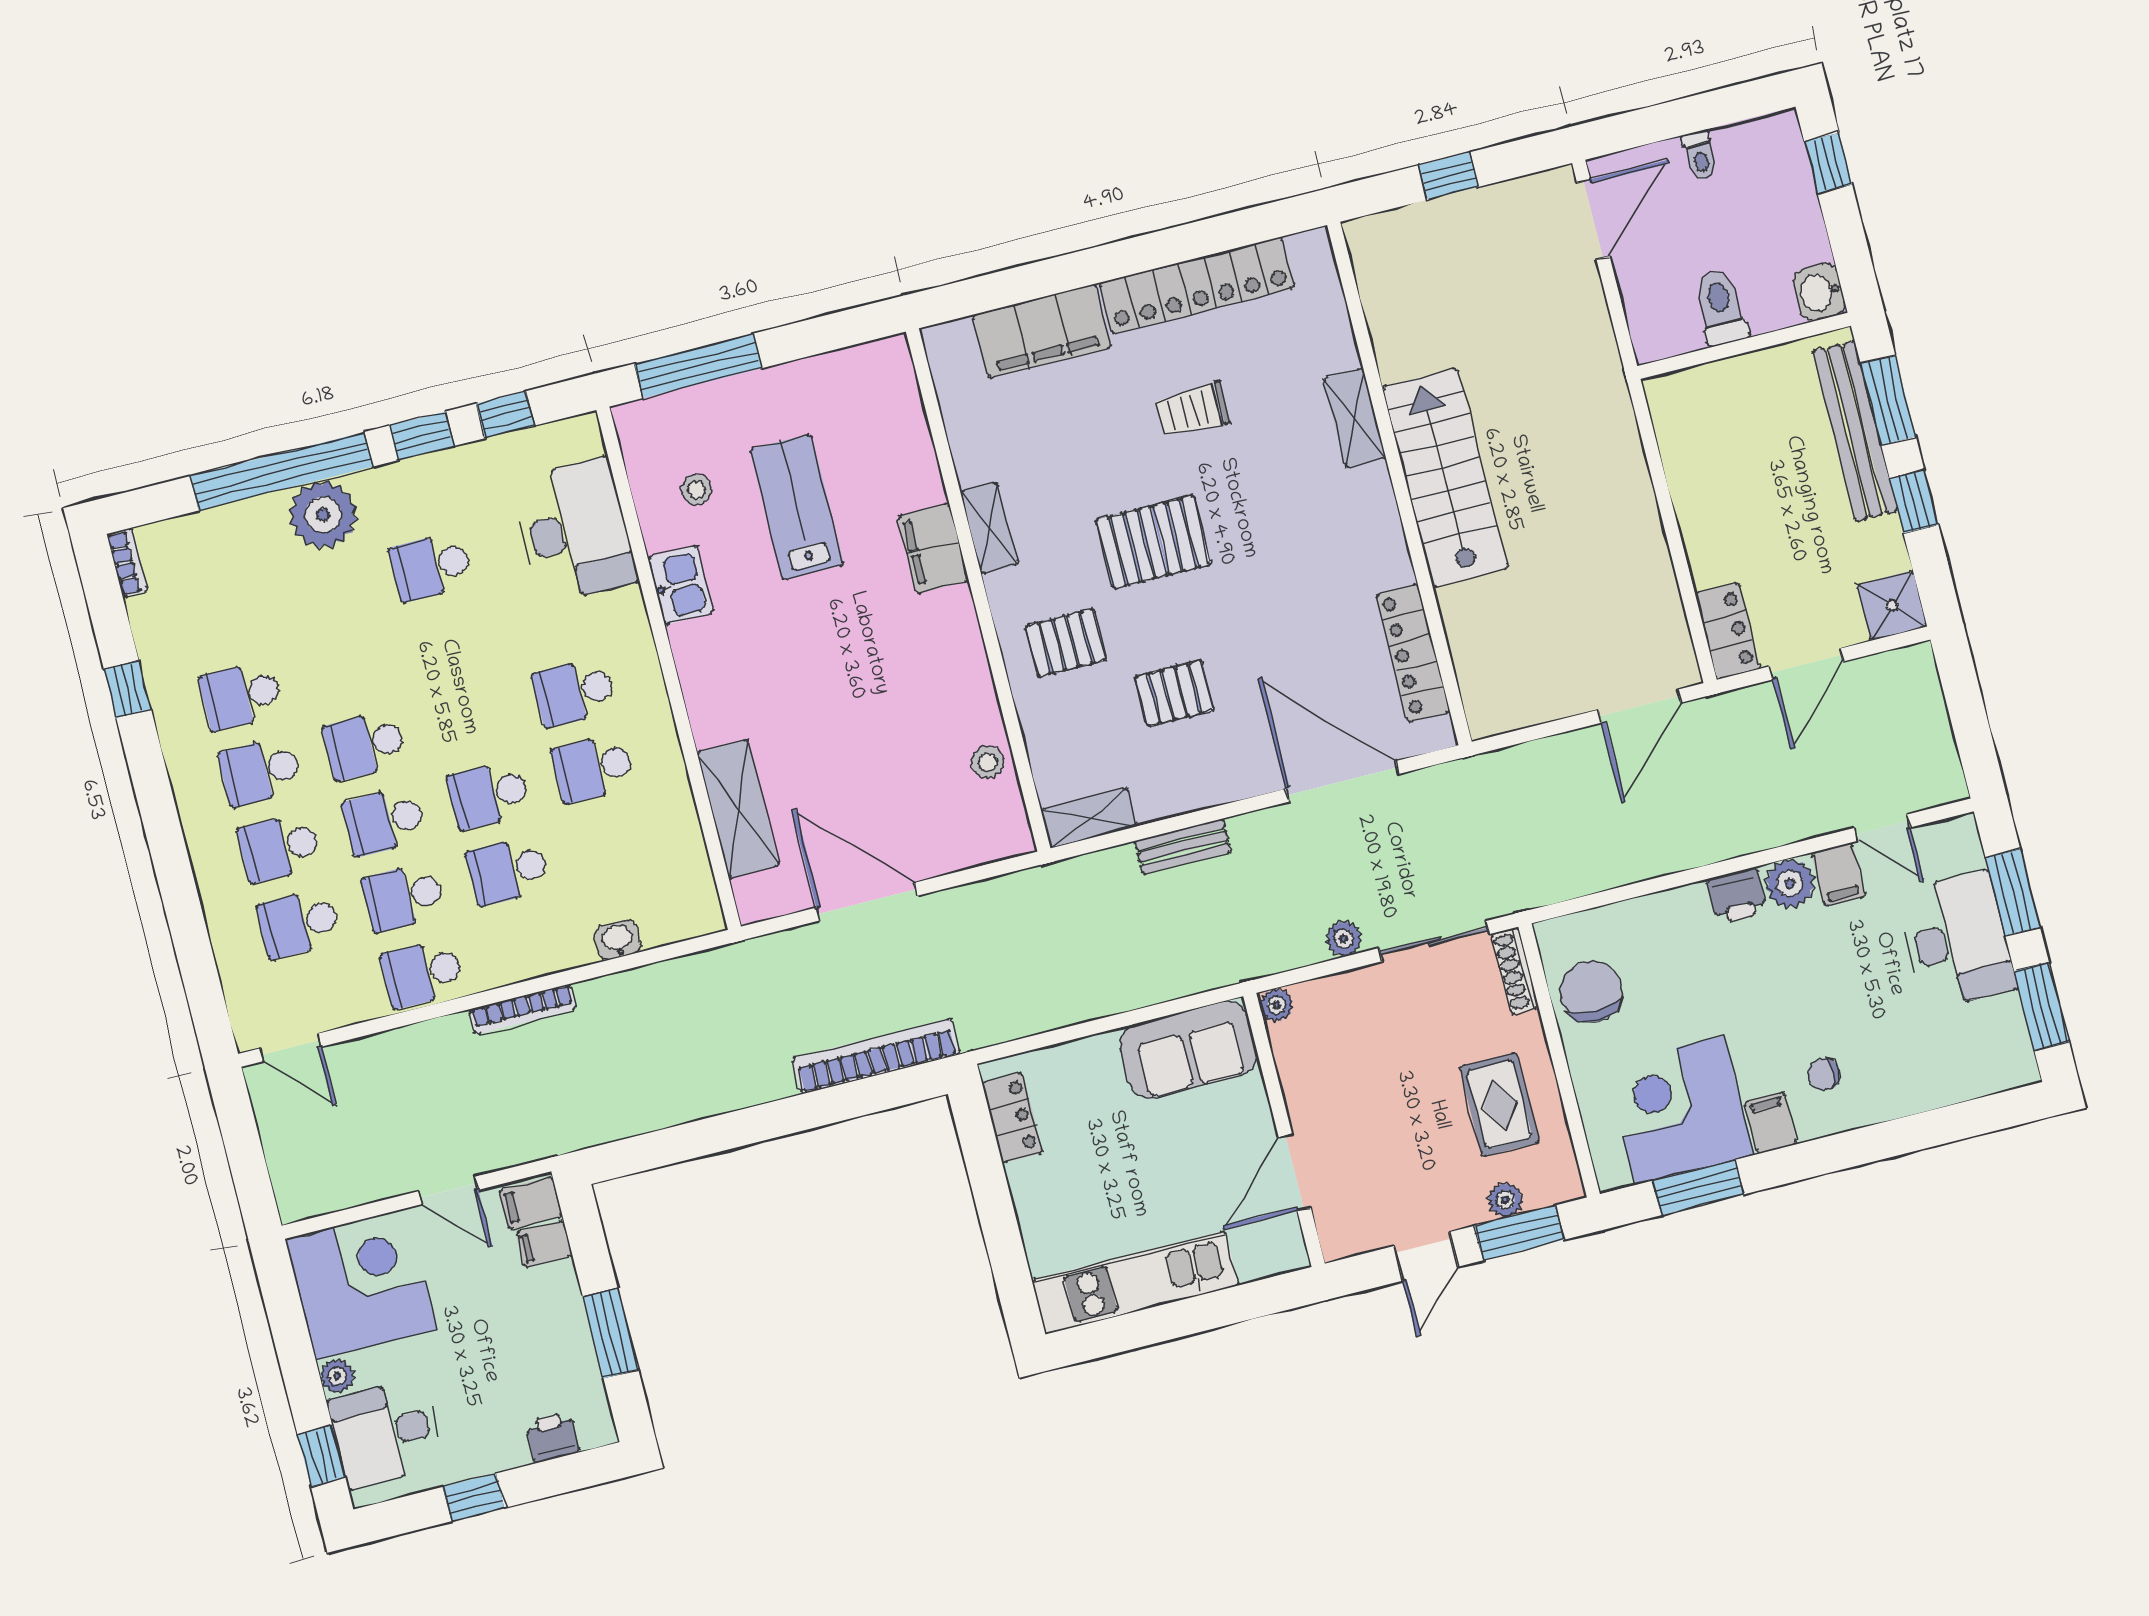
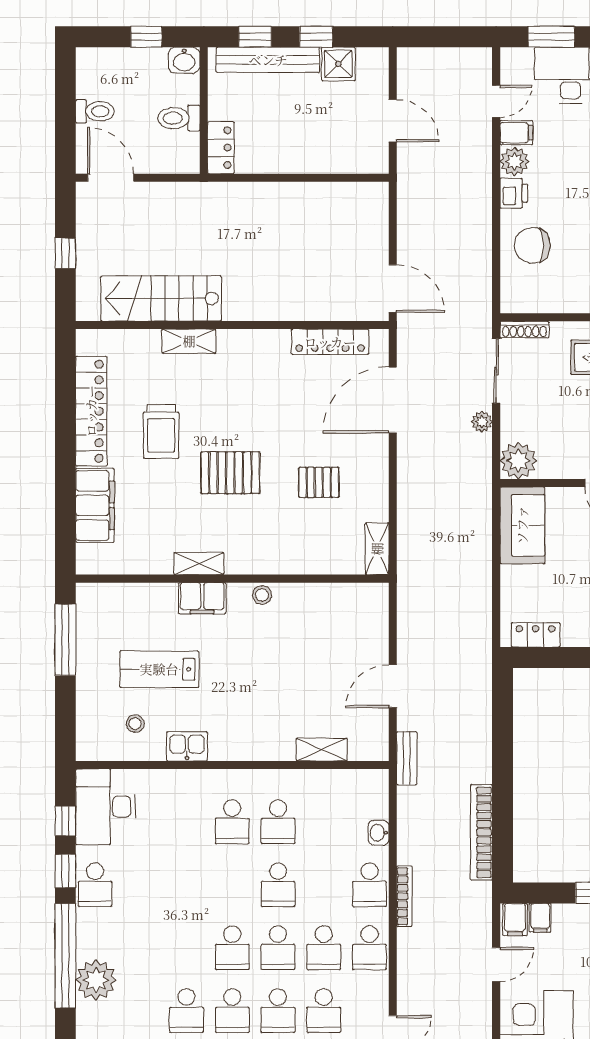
toilet: (1700, 155) -> (95, 111), width x1.37, depth x1.39
window: (1828, 163) -> (146, 37), moved
window: (698, 366) -> (65, 640), moved
window: (1888, 400) -> (255, 37), width x0.67
trolley: (1193, 410) -> (161, 431), width x1.36, depth x1.39
stairs: (1445, 478) -> (161, 298), moved
plant: (323, 515) -> (96, 980), moved
desk: (574, 531) -> (106, 807), moved, turned -90
pallet: (1153, 542) -> (230, 473), turned 90
school desk: (431, 567) -> (95, 885), moved
shower: (1892, 606) -> (338, 64), moved
locker: (1728, 631) -> (221, 148), moved, turned 90
pallet: (1066, 643) -> (275, 537), removed
pallet: (1174, 693) -> (319, 482), turned 90
door: (1640, 706) -> (393, 289), moved
stool: (988, 762) -> (262, 595), moved
shelving: (738, 809) -> (322, 750), width x0.67, depth x0.75
bench: (1183, 847) -> (407, 758), moved
school desk: (508, 871) -> (370, 885), moved
door: (867, 902) -> (393, 686), width x0.73
chair: (1591, 992) -> (532, 245), moved
plant: (1277, 1005) -> (518, 461), width x1.88, depth x1.88
bookcase: (876, 1056) -> (481, 832), moved

